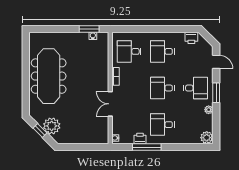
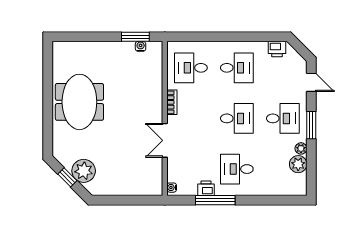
desk: (162, 51) -> (237, 68), turned 180
meeting table: (49, 76) -> (79, 102), width x0.73
desk: (162, 88) -> (237, 118), turned 180
plant: (207, 138) -> (298, 164), moved

